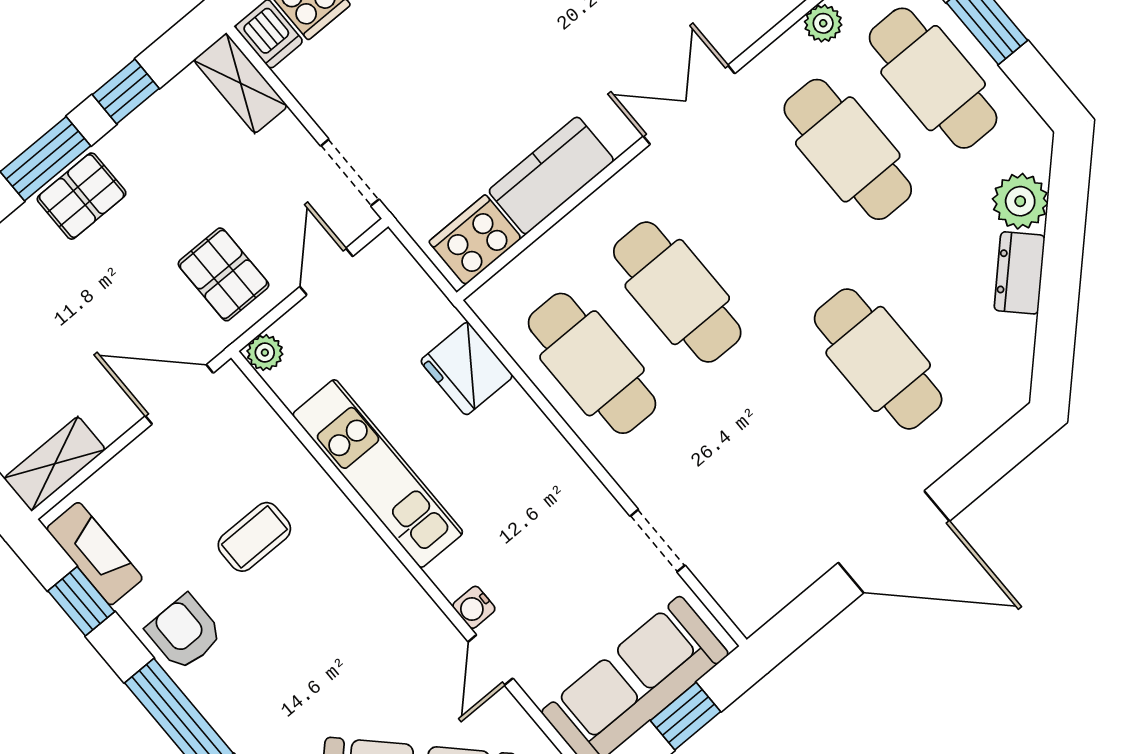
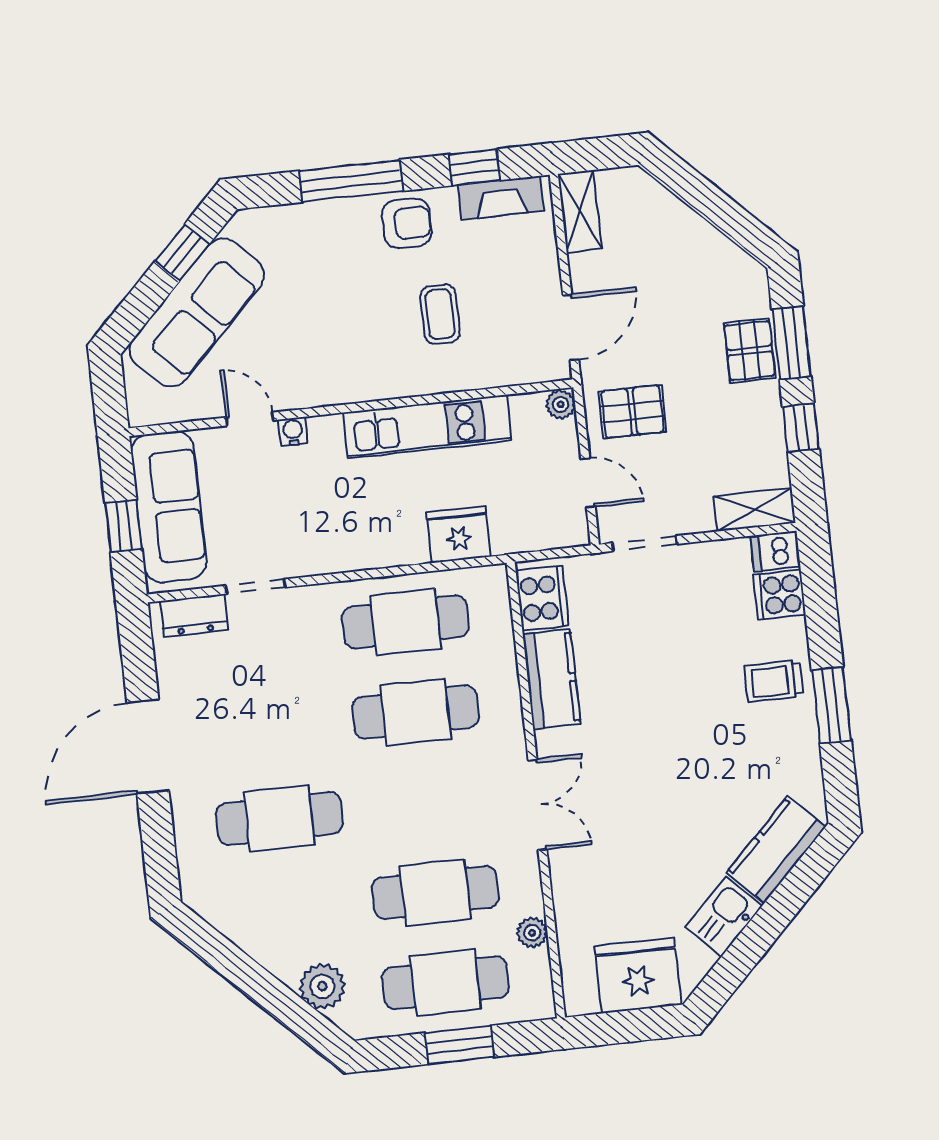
dresser: (1020, 273) -> (194, 615), moved, turned 135

